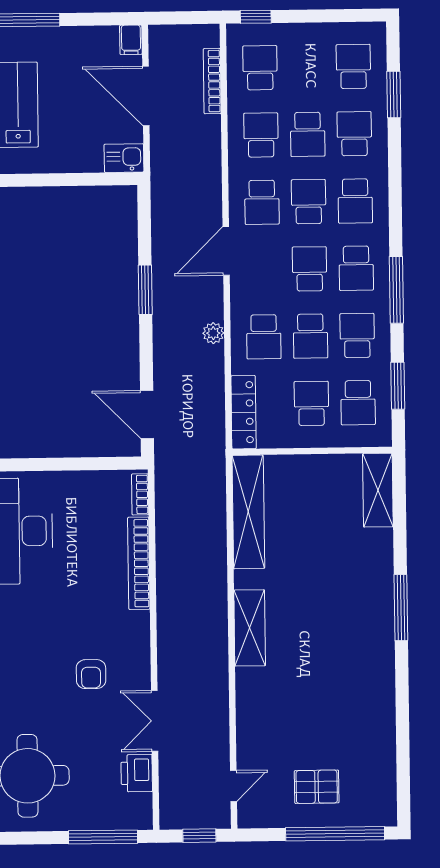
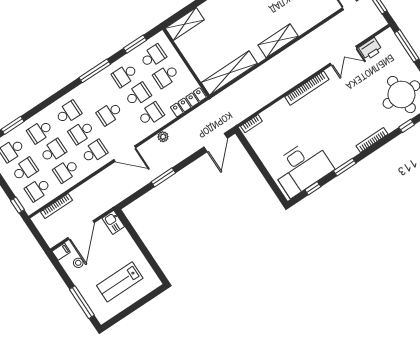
stool: (94, 56) -> (78, 263), added
school desk: (356, 268) -> (25, 170), moved
bookcase: (139, 563) -> (307, 88), moved
armchair: (91, 674) -> (341, 95), removed

